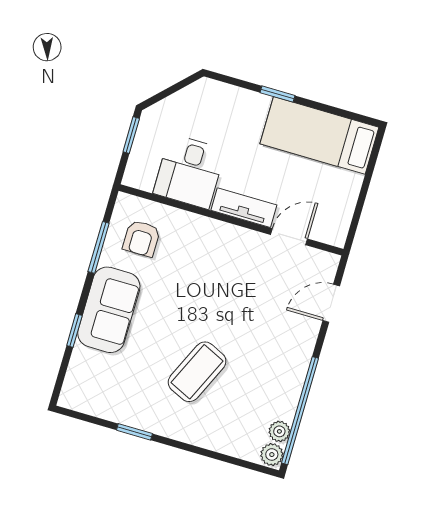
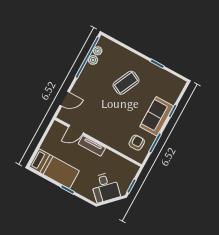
desk: (189, 171) -> (105, 187), moved, turned 135
plant: (272, 455) -> (93, 60), moved

